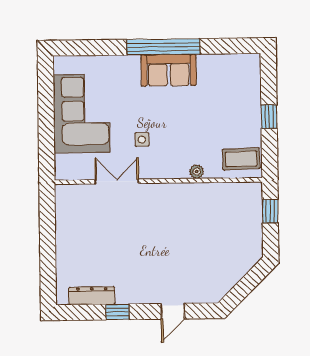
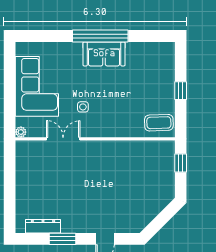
plant: (197, 172) -> (21, 132), moved
window: (117, 312) -> (62, 239), width x1.50

